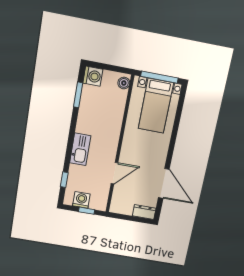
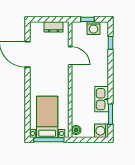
kitchen sink: (80, 149) -> (102, 99), moved
door: (114, 173) -> (70, 56), swing flipped
dresser: (144, 212) -> (53, 27), moved

